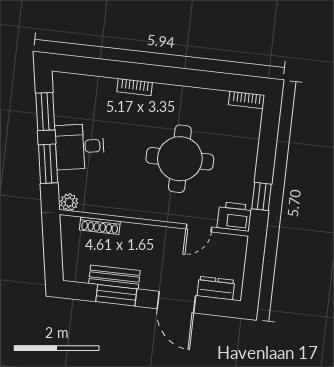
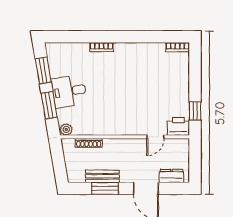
round table: (180, 159) -> (137, 92), removed

